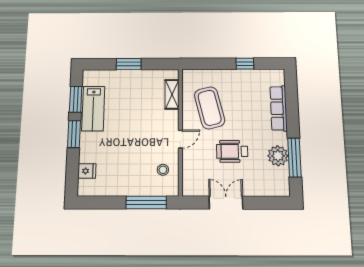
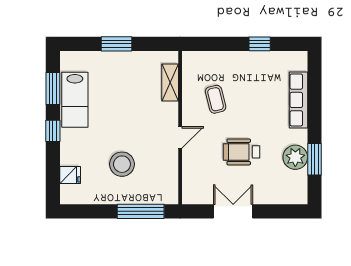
coffee table: (210, 108) -> (216, 99), width x0.54, depth x0.58
window: (74, 134) -> (53, 131), width x0.67
window: (294, 158) -> (315, 159), width x0.69
stool: (163, 170) -> (122, 164), moved, width x1.89, depth x1.89

